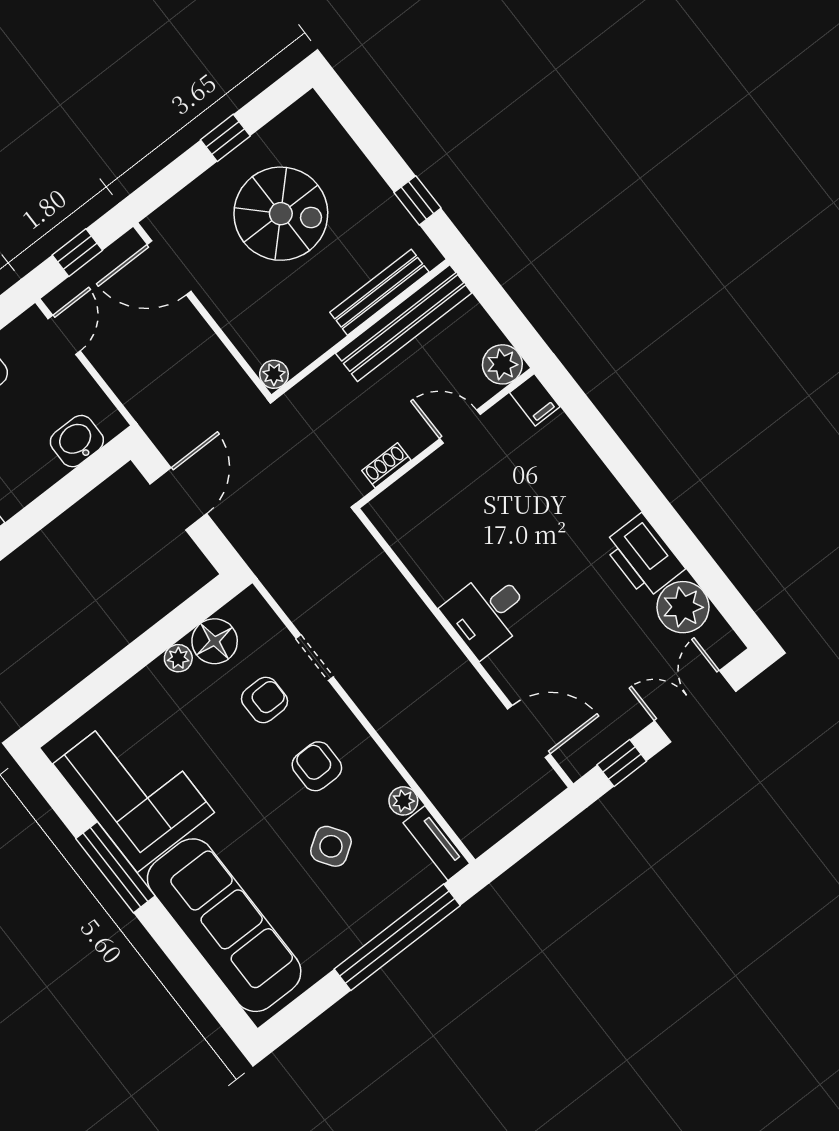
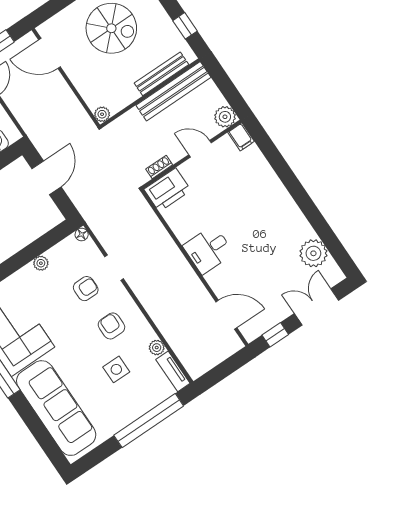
printer: (643, 556) -> (167, 190), moved, turned -90
floor lamp: (215, 641) -> (82, 234), moved, width x0.53, depth x0.53
side table: (331, 846) -> (116, 369), turned 34

